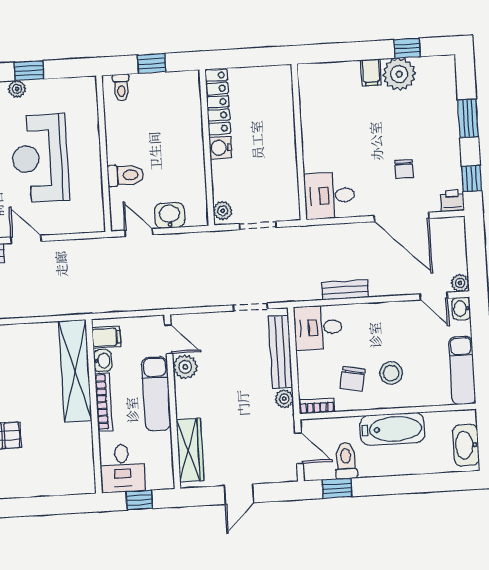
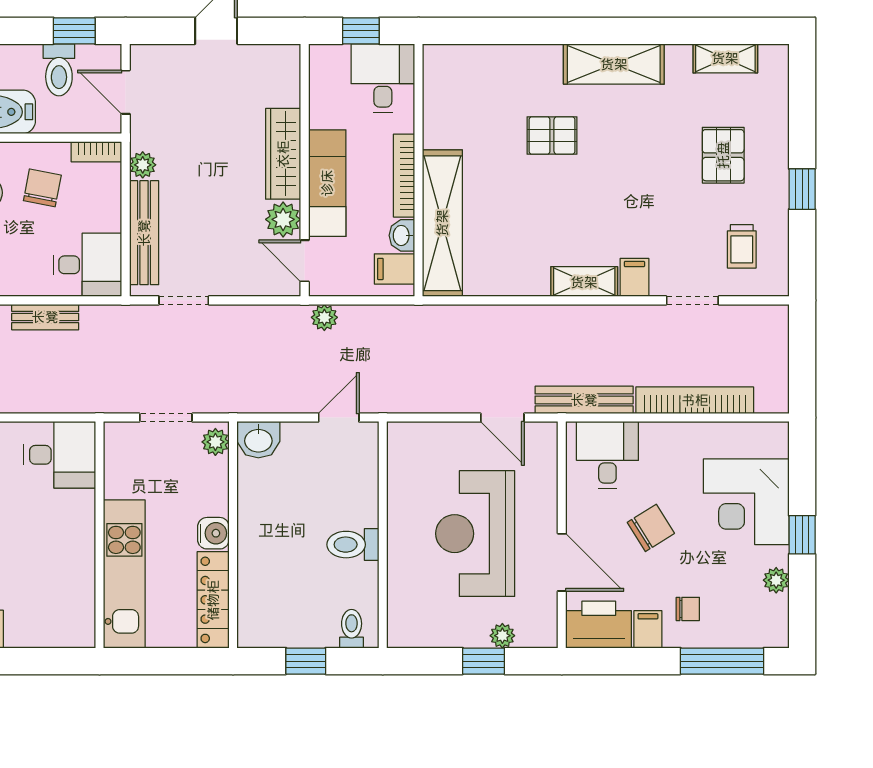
kitchen unit: (280, 116) -> (124, 574), added
reception desk: (40, 158) -> (475, 534), turned 180
toilet: (126, 175) -> (353, 545), moved
washbasin: (170, 215) -> (258, 440), moved
door: (139, 233) -> (339, 418), swing flipped
plant: (153, 301) -> (324, 317), added
wardrobe: (190, 450) -> (283, 154), moved

